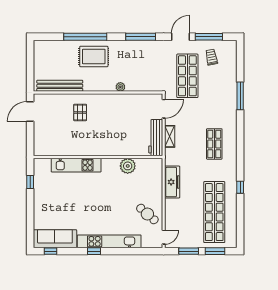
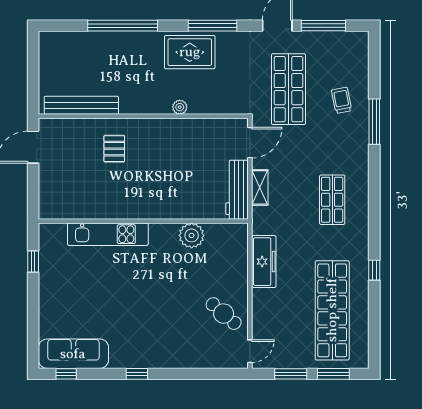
rug: (94, 56) -> (190, 52), moved
trolley: (211, 57) -> (342, 100), moved
kitchen unit: (109, 241) -> (162, 358), removed

